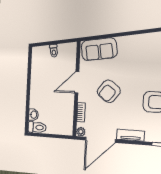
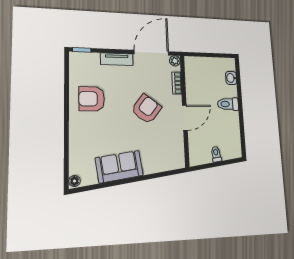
sofa: (99, 49) -> (119, 167), moved
toilet: (37, 127) -> (228, 104), moved

